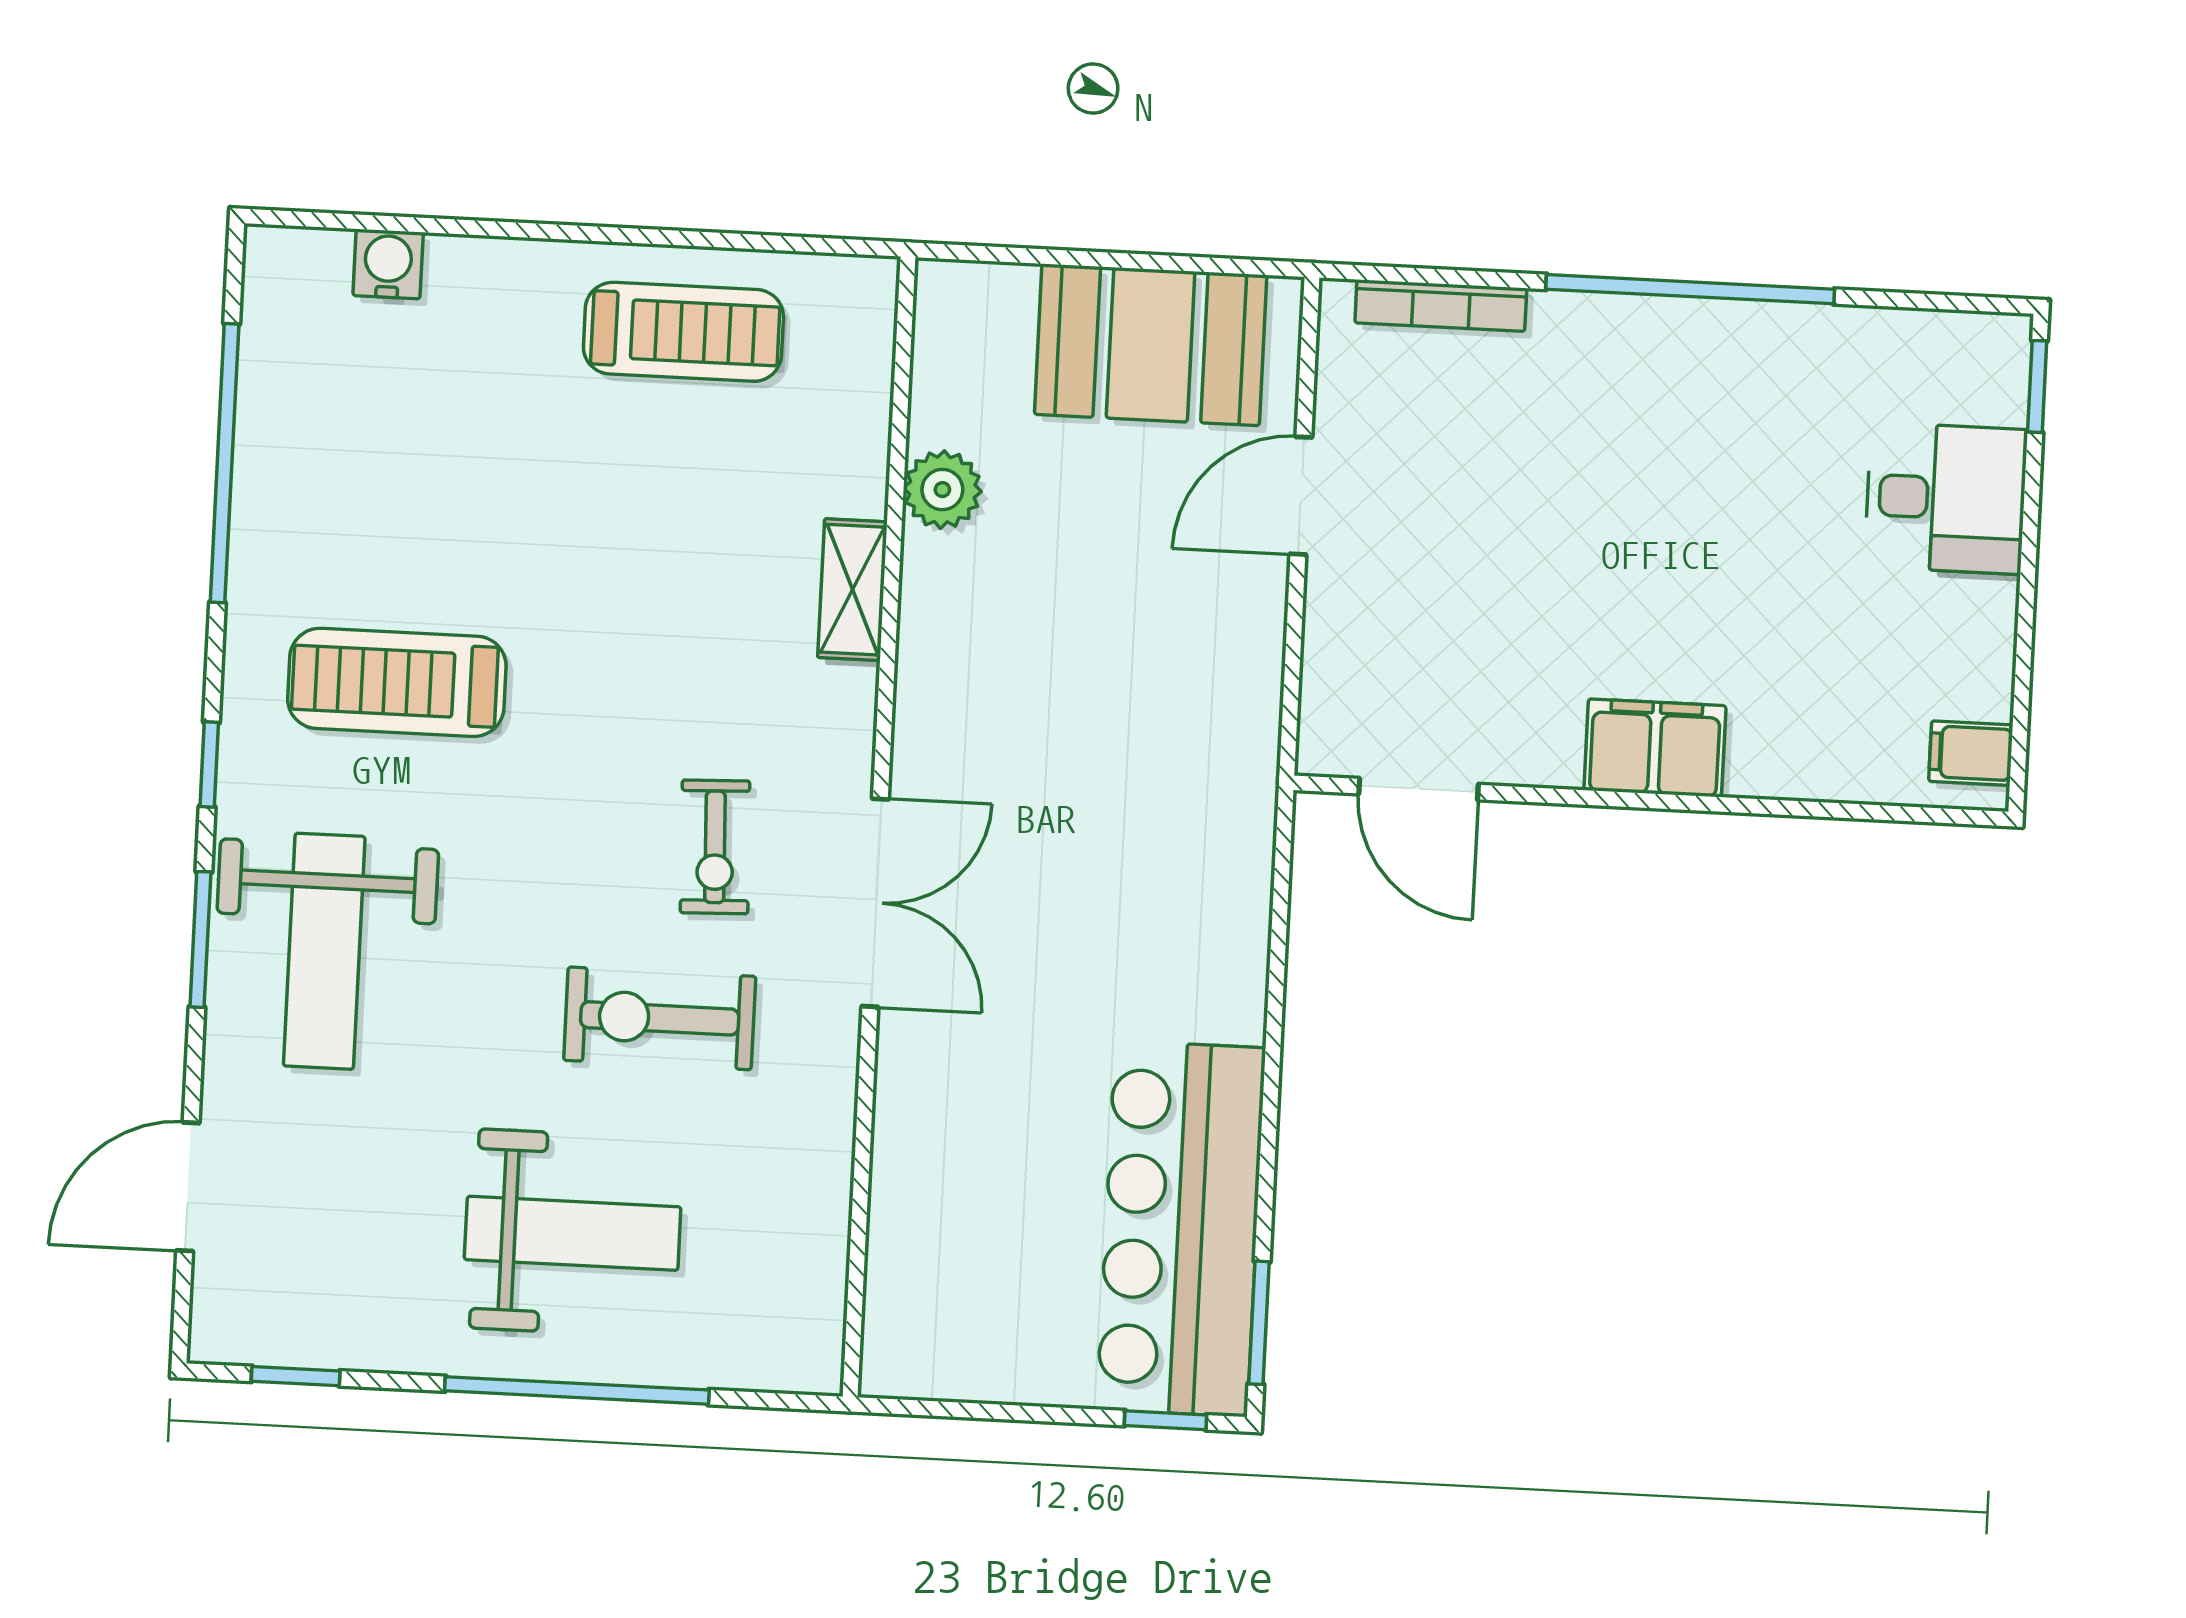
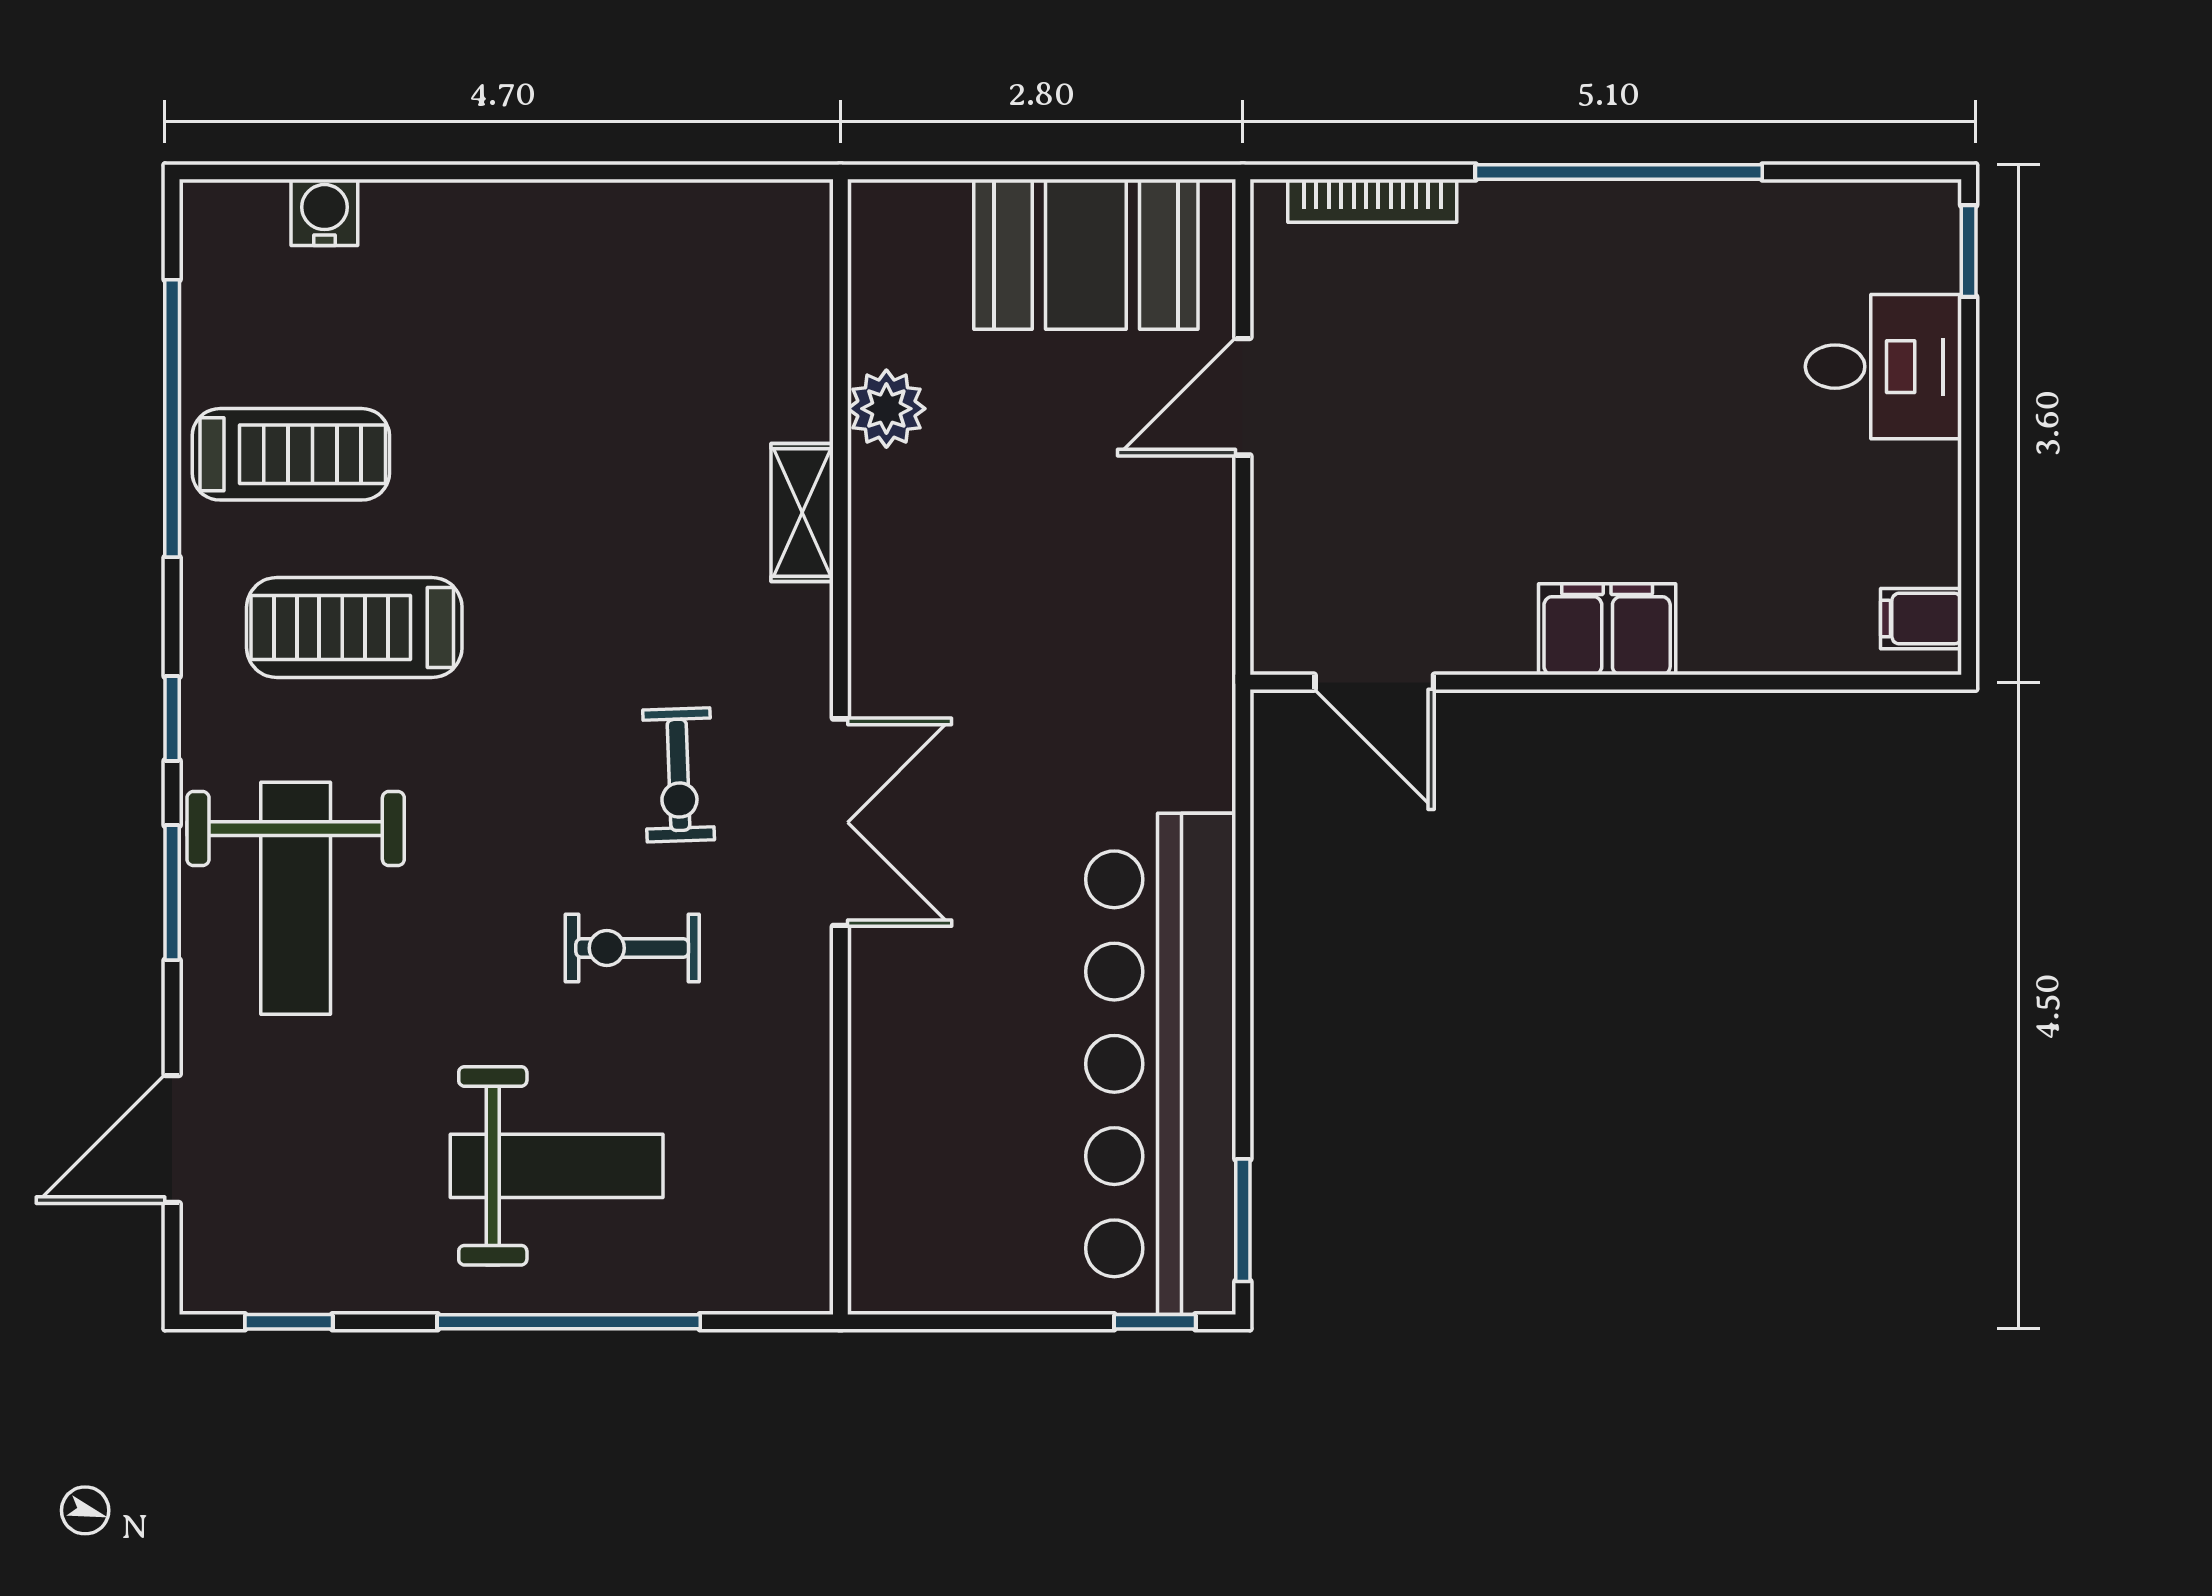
treadmill: (683, 332) -> (291, 454), moved
exercise bike: (660, 1018) -> (632, 948), width x0.73, depth x0.72
bar counter: (1181, 1229) -> (1161, 1064), width x1.36

